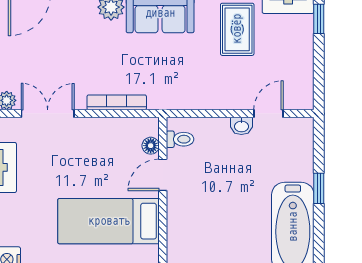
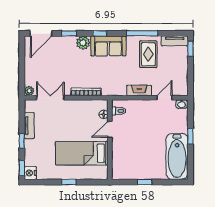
fireplace: (220, 100) -> (139, 90), added
washbasin: (241, 126) -> (182, 104), moved

